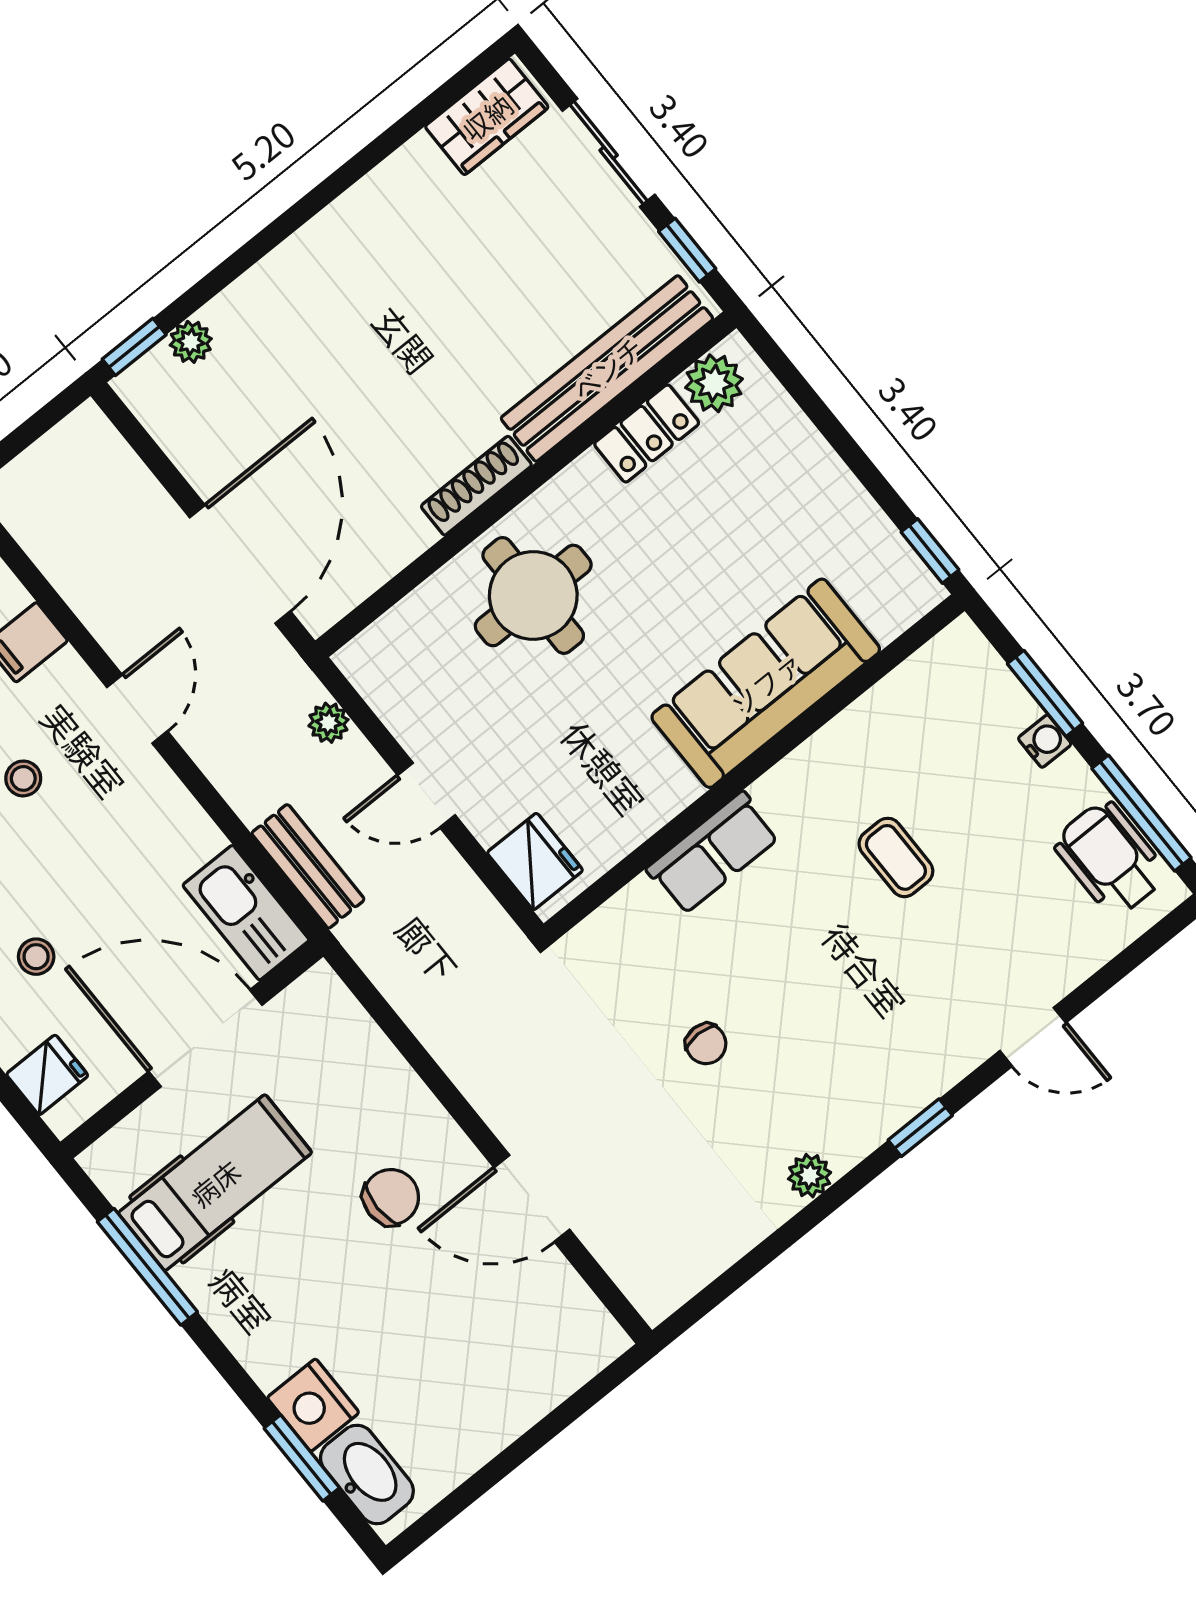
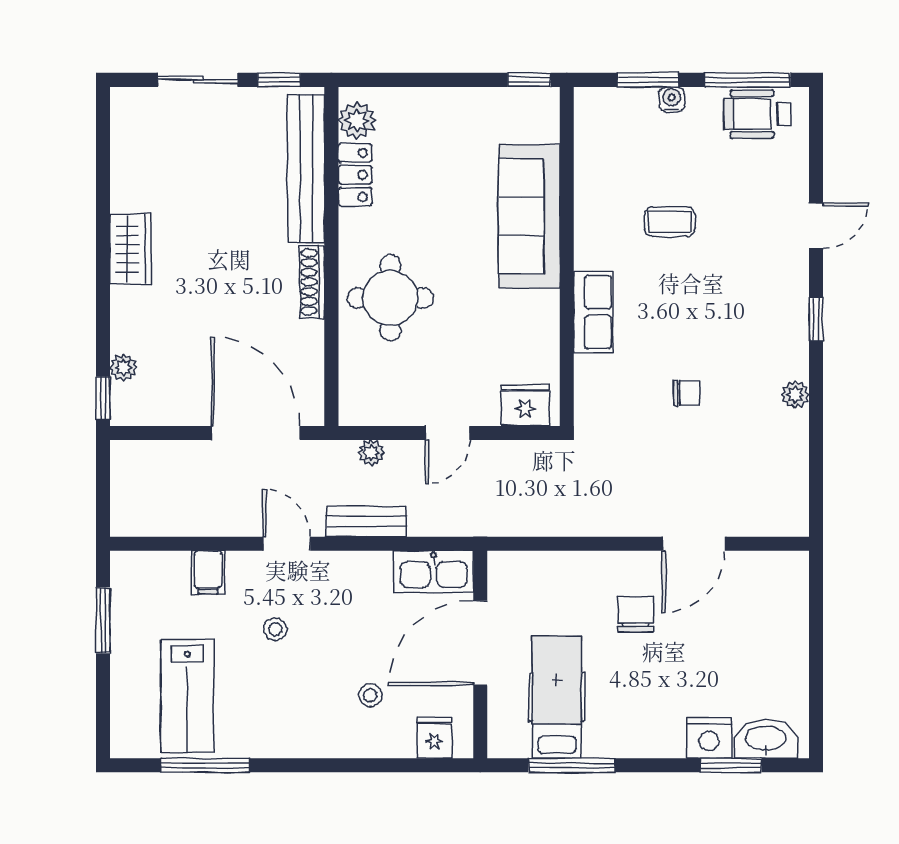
wardrobe: (487, 117) -> (130, 249), moved
bench: (308, 866) -> (366, 522), moved

